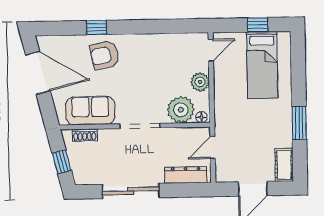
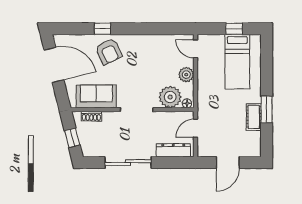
door: (211, 50) -> (196, 49), swing flipped
armchair: (105, 55) -> (109, 51), turned -104
cot: (284, 165) -> (254, 117), moved

